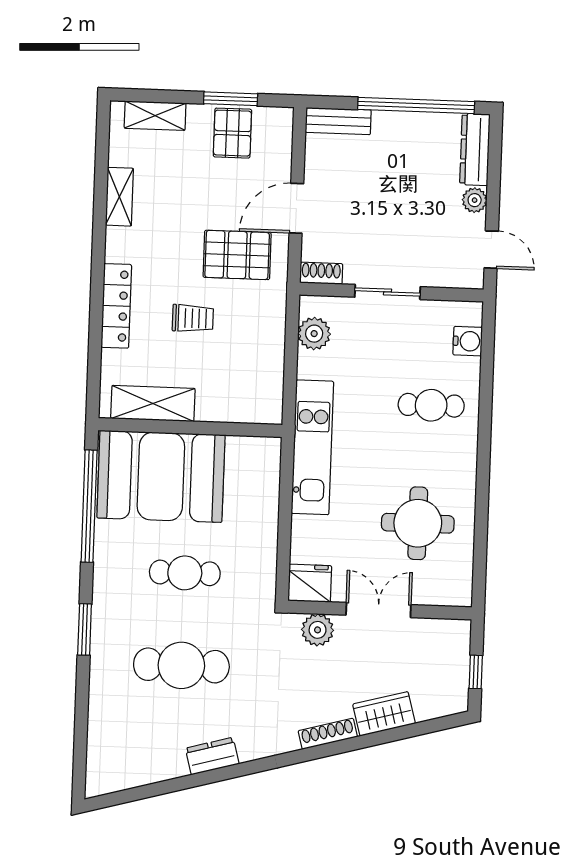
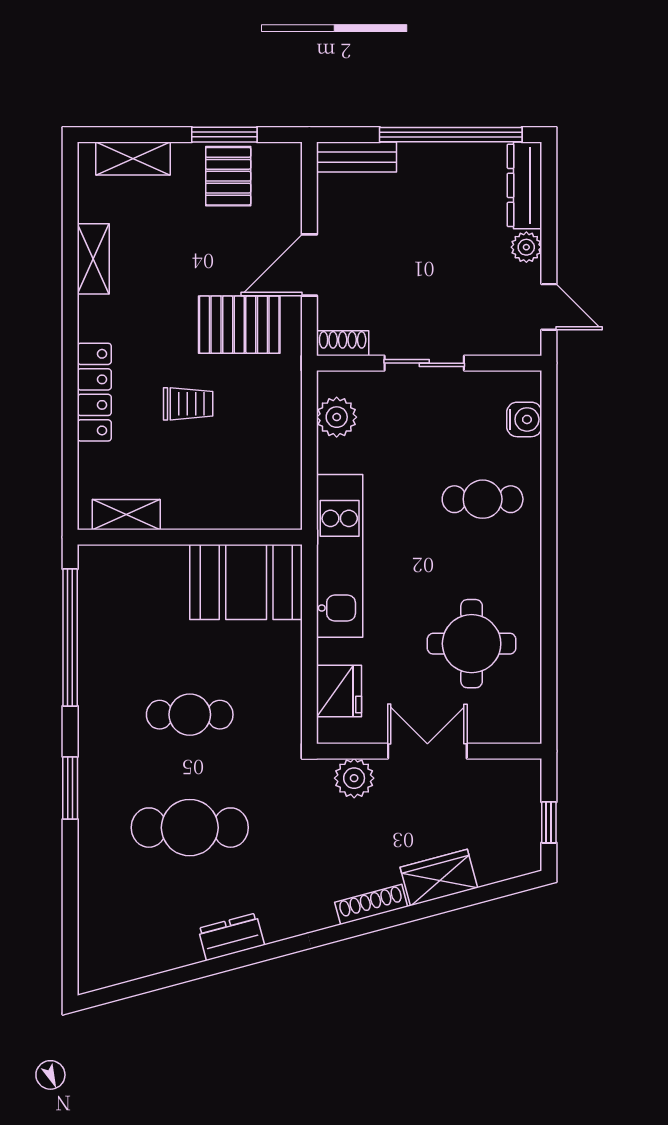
shelving: (153, 404) -> (126, 515), width x0.67, depth x0.75
booth: (161, 476) -> (246, 582), moved, width x0.73, depth x0.70
fridge: (310, 583) -> (339, 691), moved, turned 90

